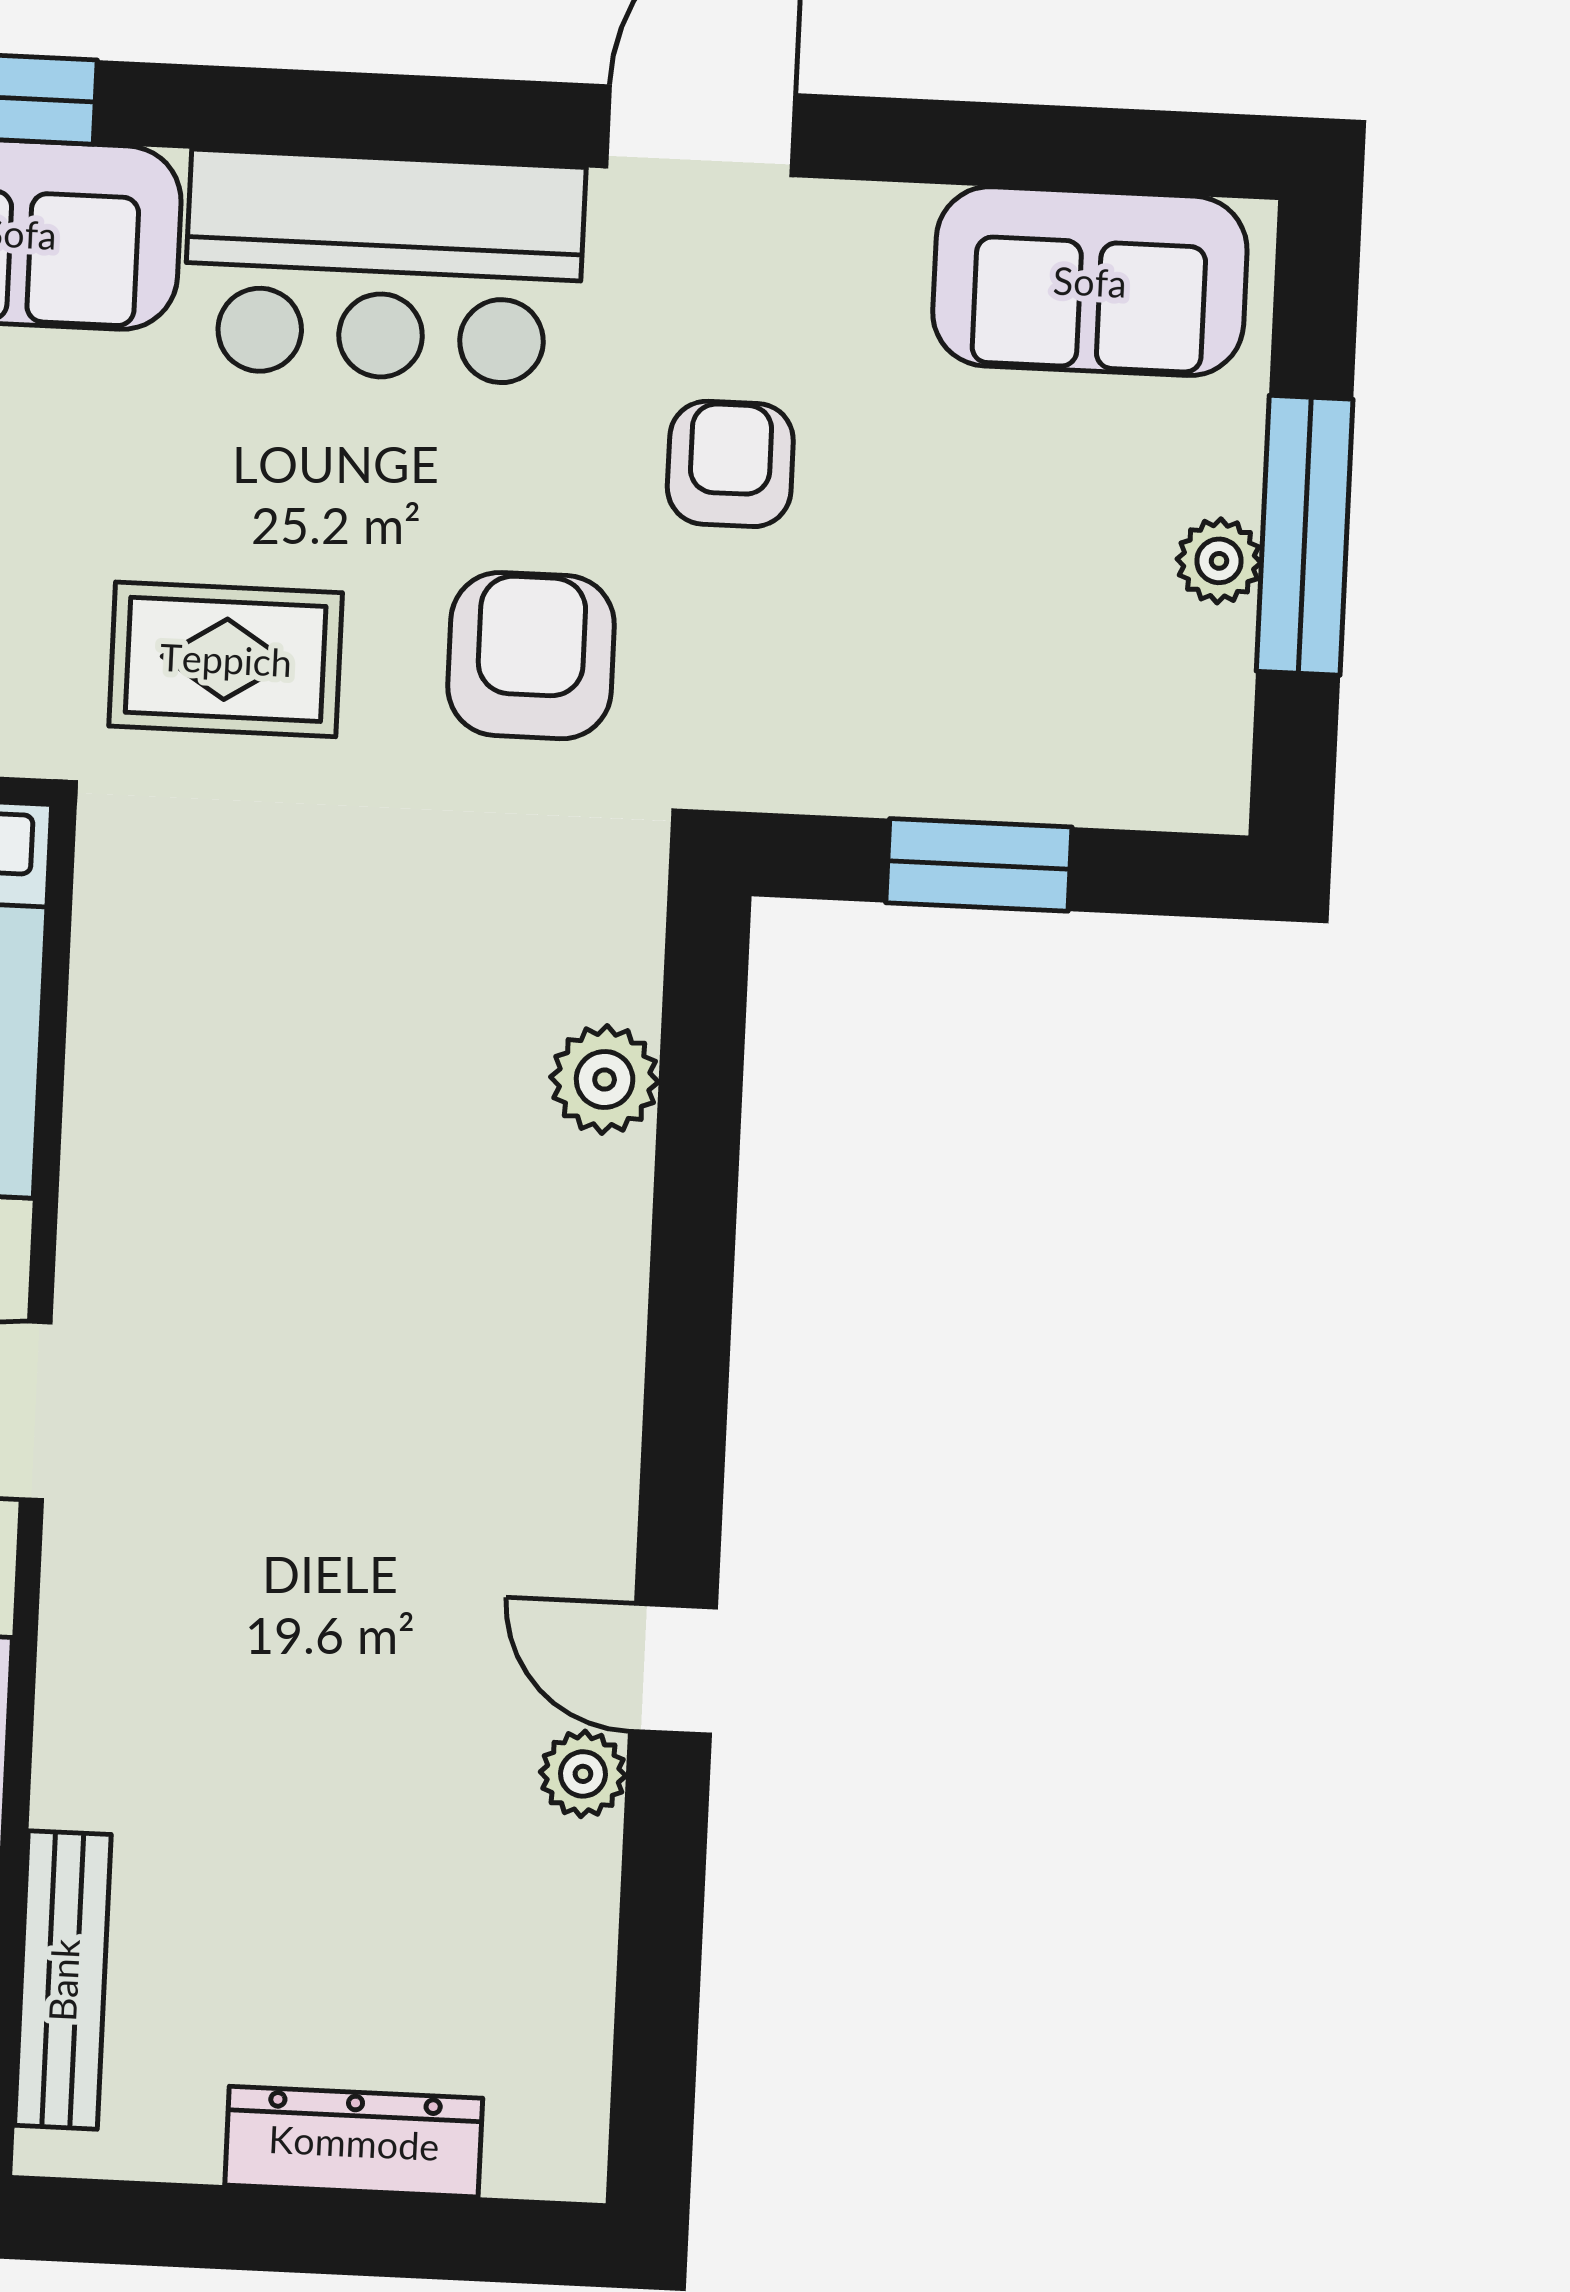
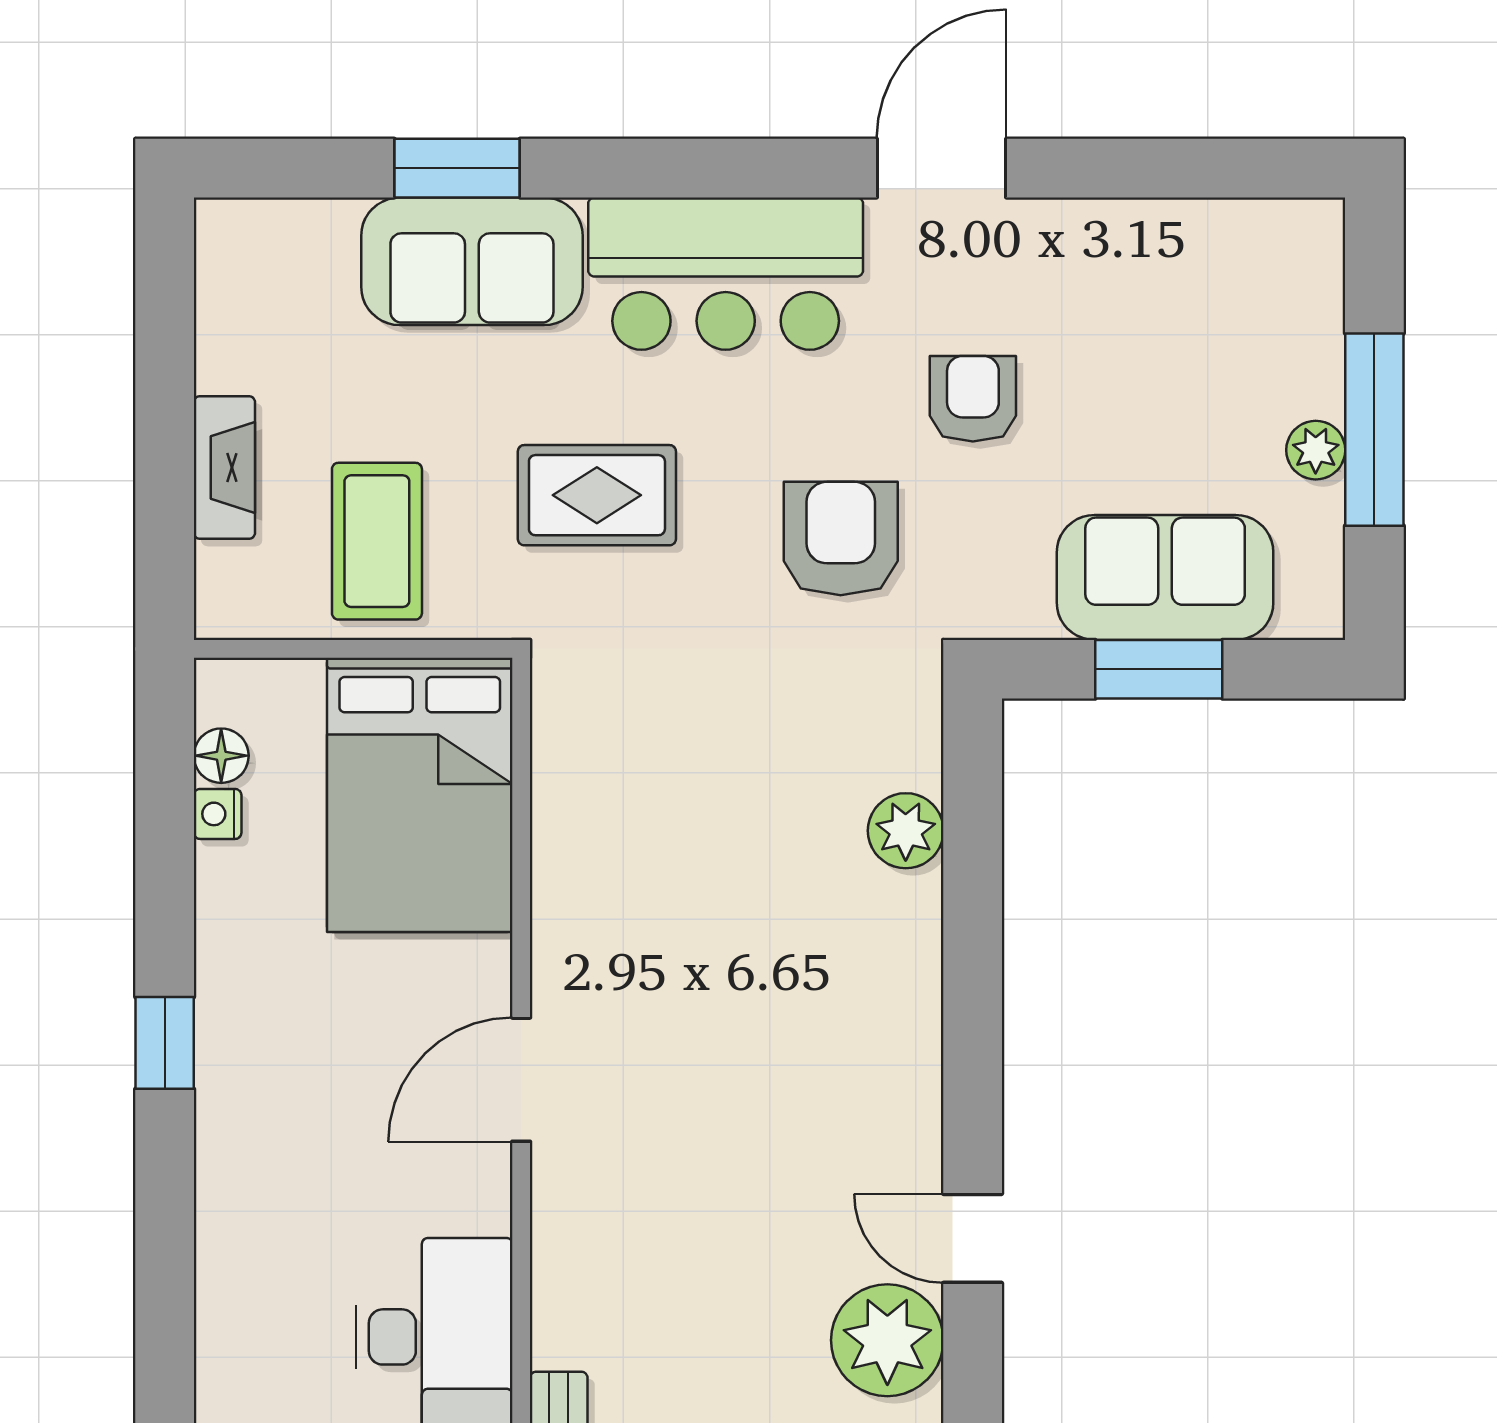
sofa: (1090, 281) -> (1165, 577), moved, turned 180
rug: (226, 659) -> (597, 495), moved
plant: (583, 1774) -> (887, 1340), width x1.87, depth x1.87

